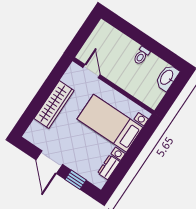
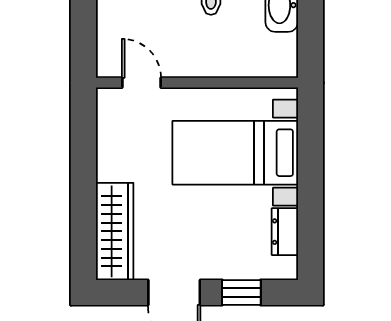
wardrobe: (54, 104) -> (115, 231), moved

